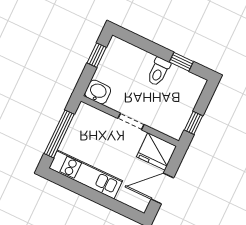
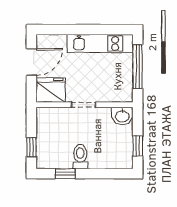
window: (193, 123) -> (31, 147), moved

